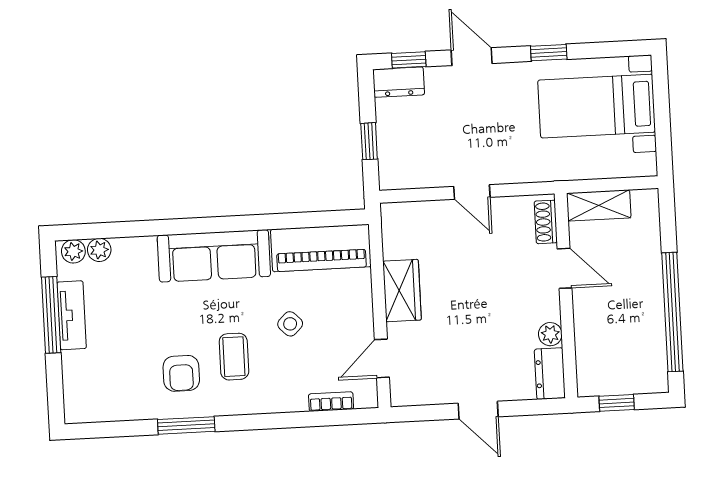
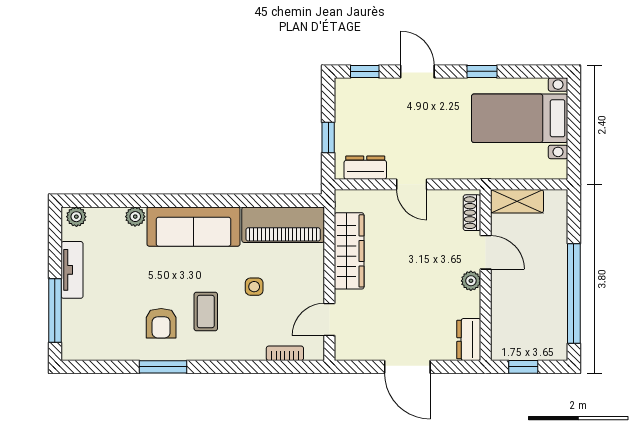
dresser: (399, 82) -> (365, 168), moved, turned 180
plant: (99, 250) -> (135, 217), moved
wardrobe: (402, 291) -> (349, 251), width x1.50
window: (51, 315) -> (55, 310), moved
side table: (290, 324) -> (254, 287), turned 45
plant: (550, 334) -> (471, 281), moved
door: (478, 410) -> (407, 367), width x1.38

